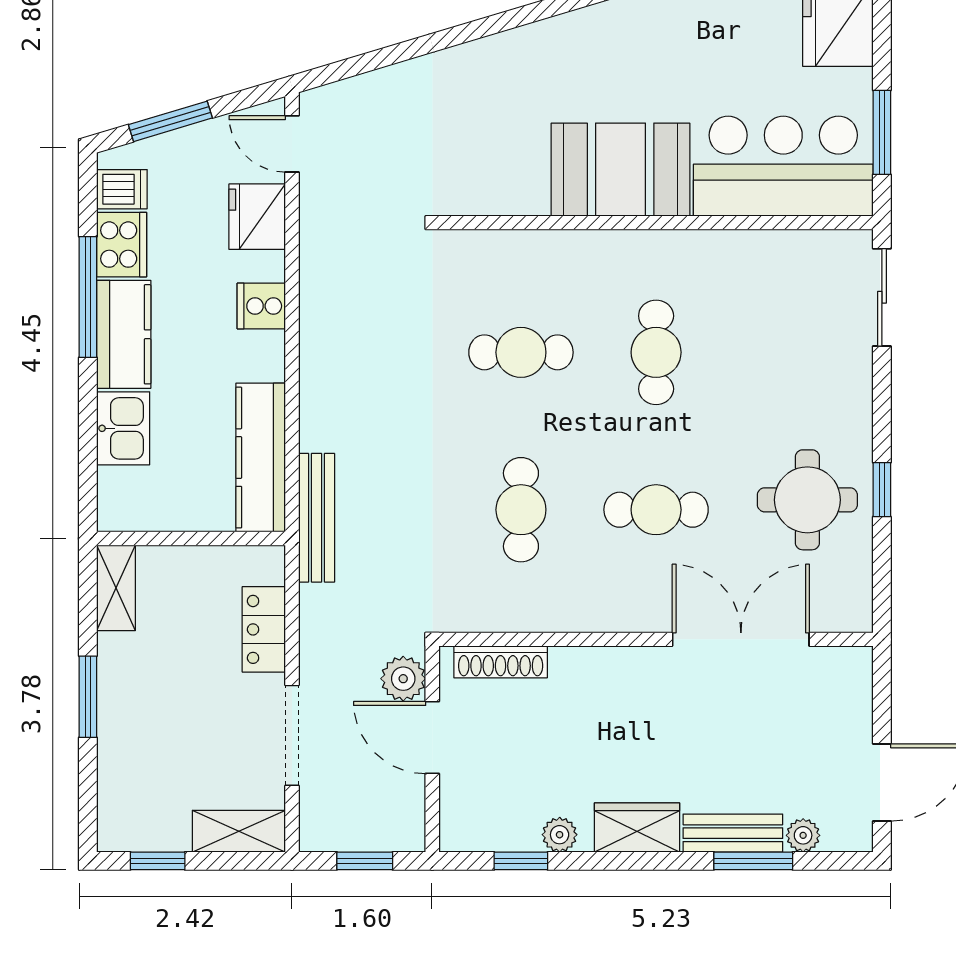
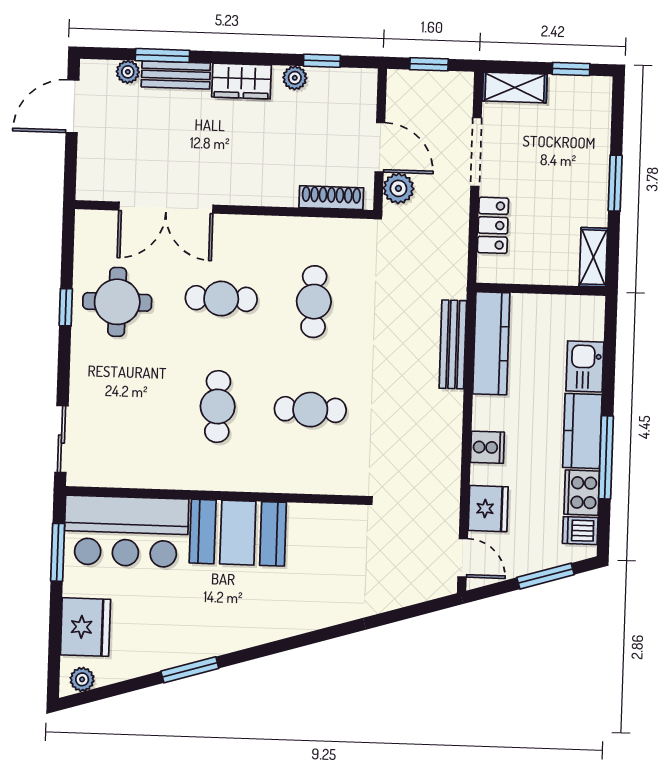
bench: (317, 518) -> (453, 344), moved

